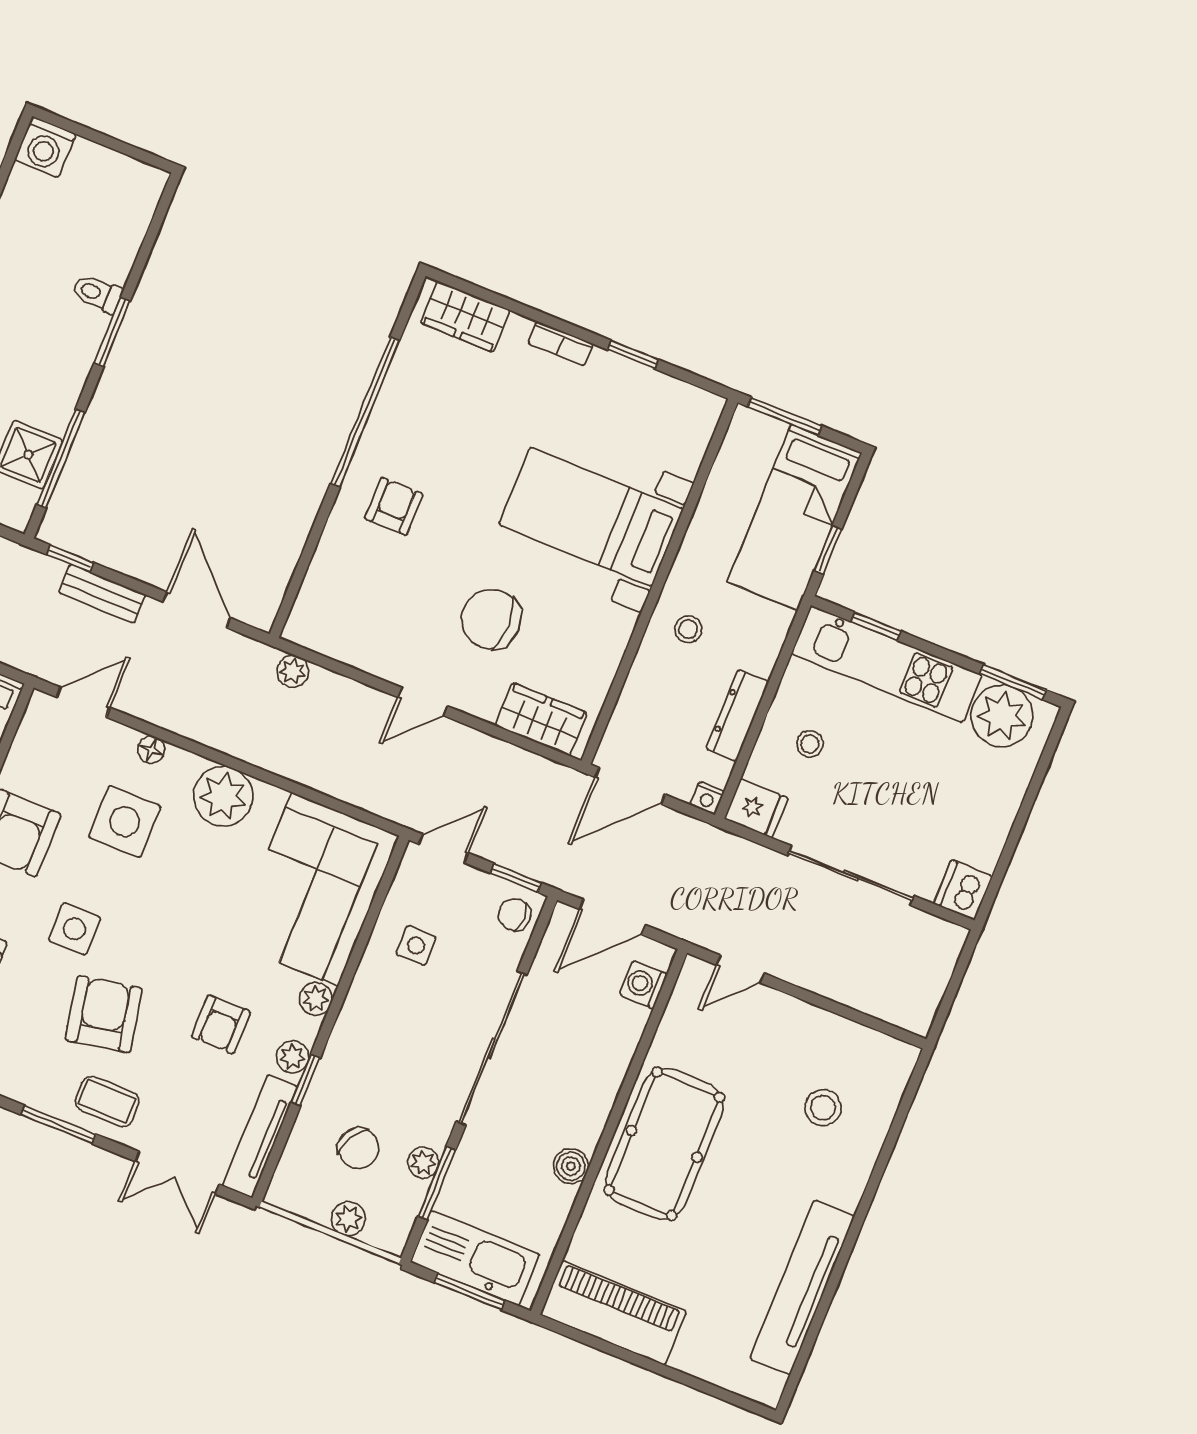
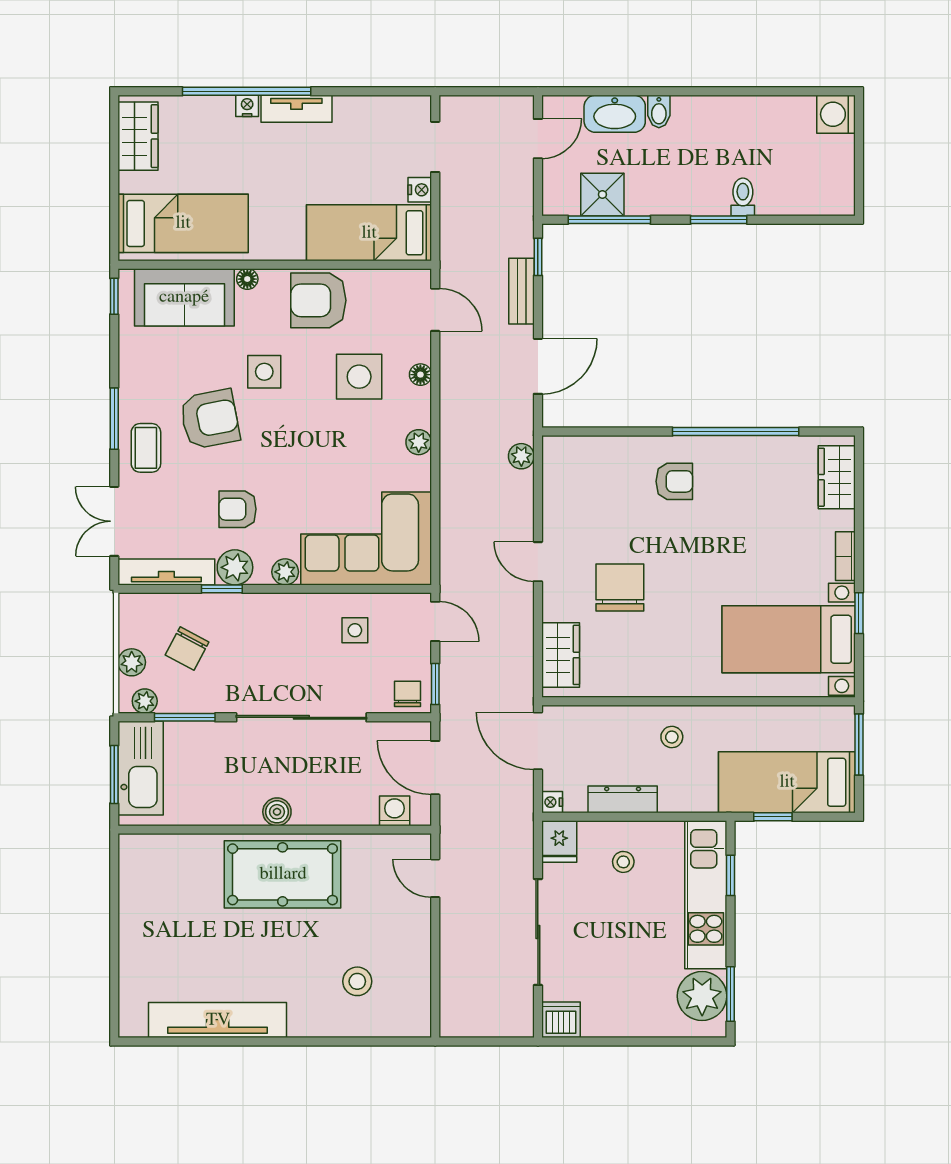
bed with nightstands: (591, 517) -> (789, 639), moved, turned -90
plant: (223, 796) -> (419, 442), width x0.53, depth x0.53
plant: (293, 1057) -> (235, 567), width x1.38, depth x1.38
plant: (423, 1163) -> (145, 701), moved
boiler: (571, 1166) -> (277, 812), moved
piano: (613, 1313) -> (142, 888), removed

